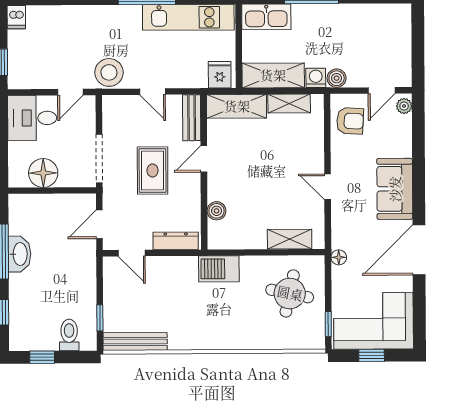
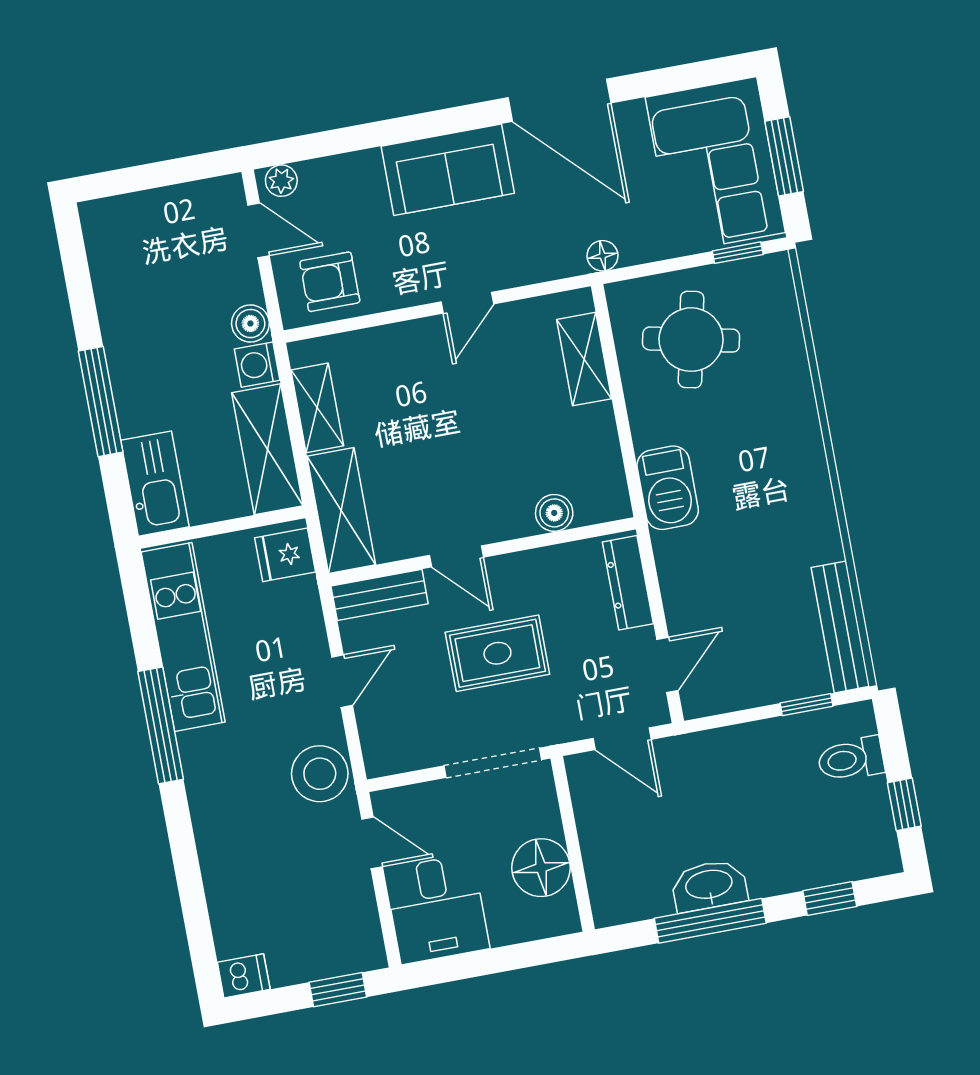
armchair: (350, 121) -> (330, 282), turned -93
window: (372, 355) -> (784, 156), width x1.50

